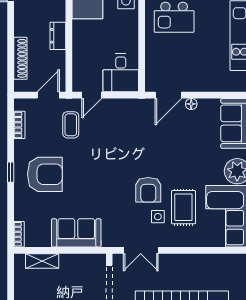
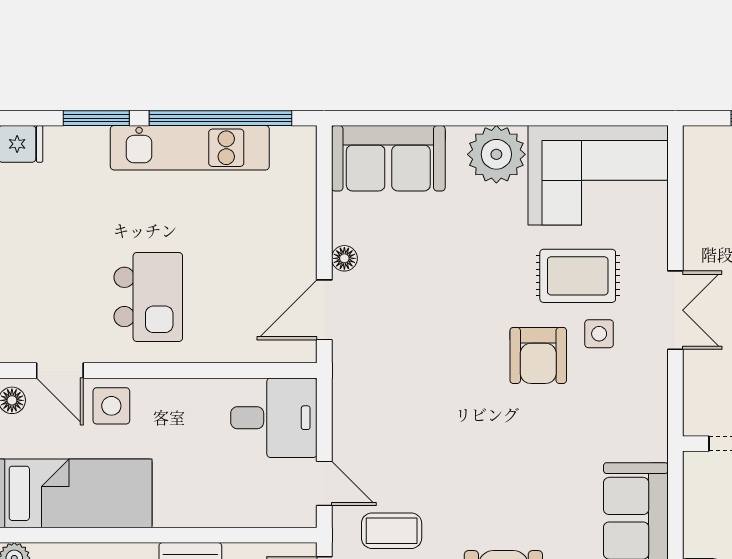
door: (168, 95) -> (324, 310), swing flipped
armchair: (148, 190) -> (538, 355), turned 90
double door: (141, 250) -> (675, 310), moved

